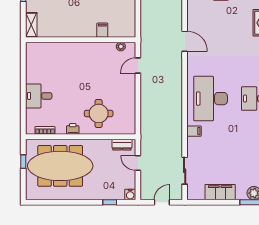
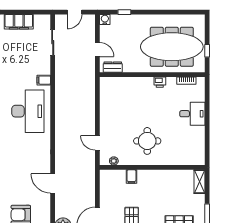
door: (185, 41) -> (53, 183), moved
door: (138, 65) -> (97, 143), swing flipped
round table: (99, 113) -> (147, 141), moved

